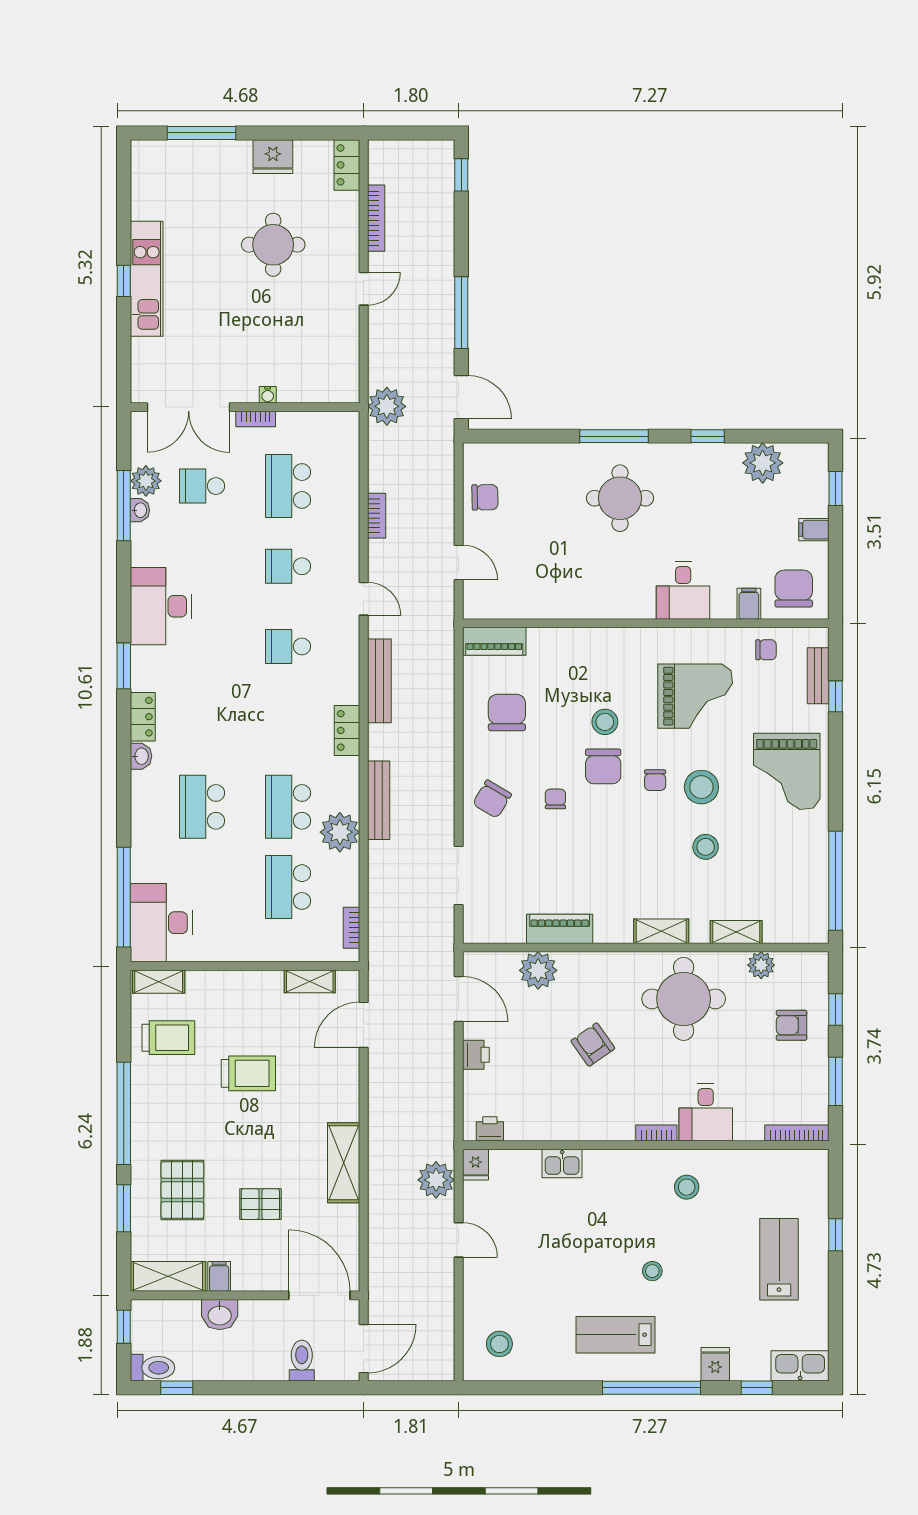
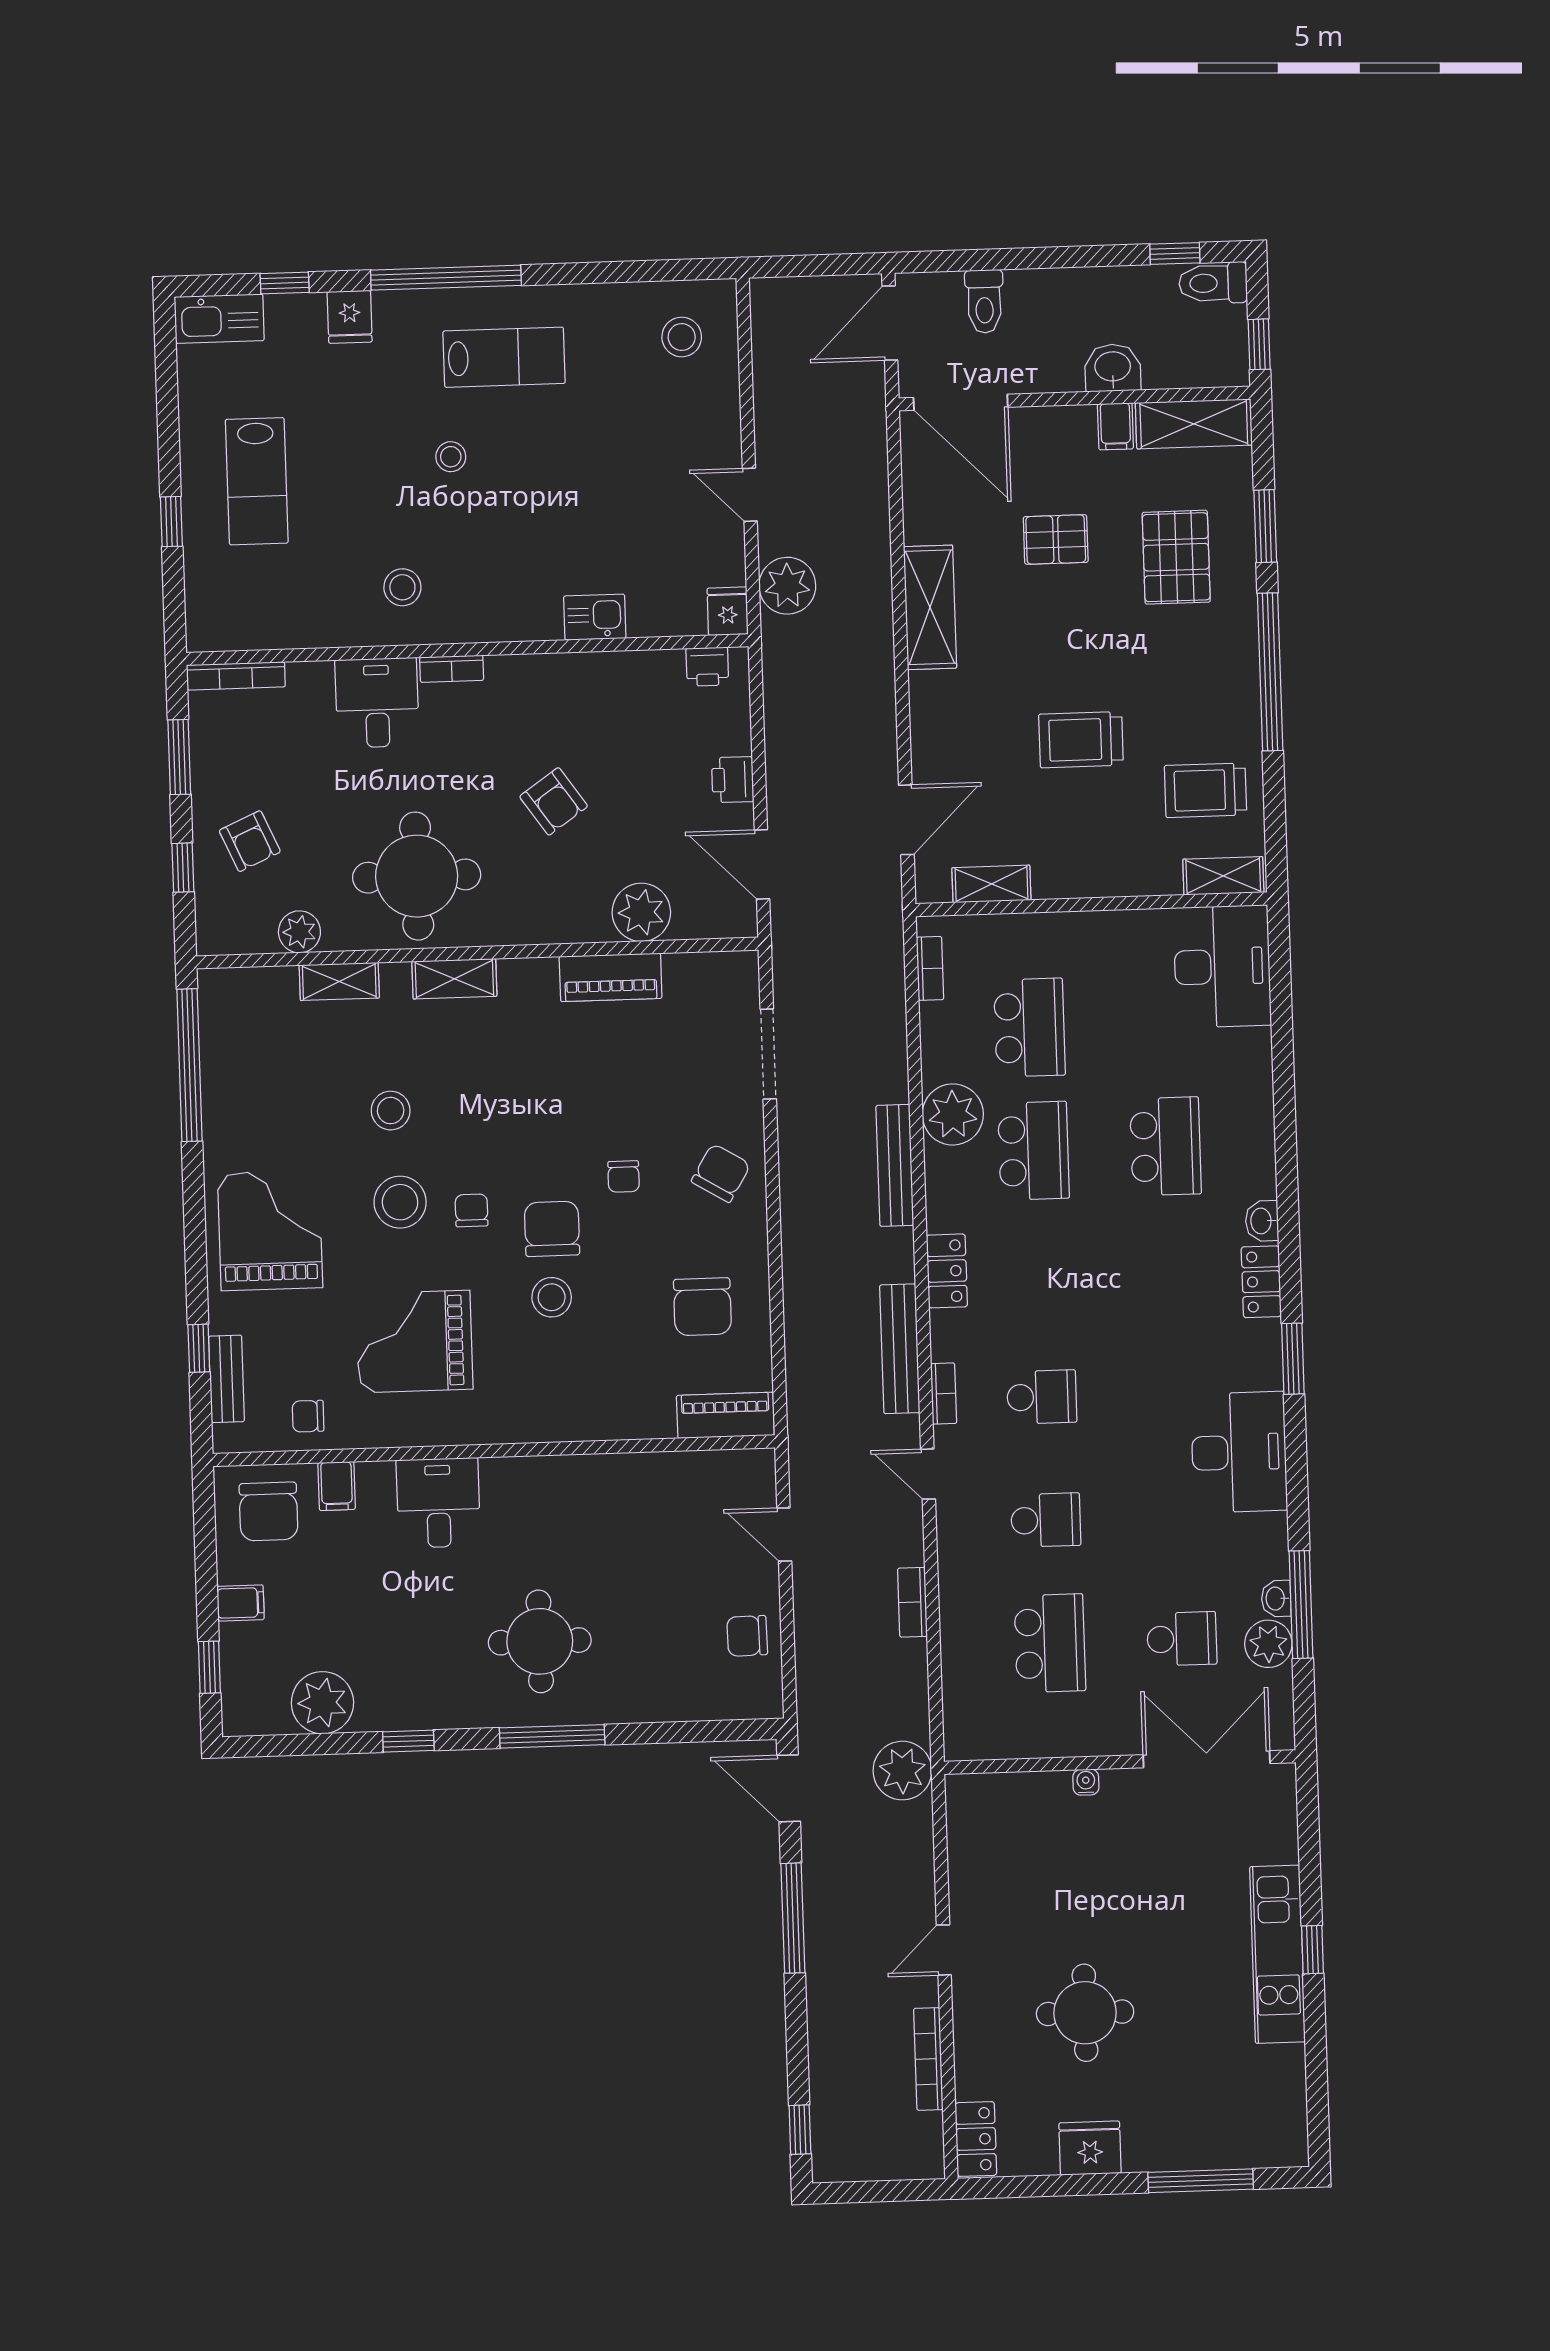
bookcase: (256, 419) -> (944, 1394), moved, turned 90
window: (124, 897) -> (1281, 1004), removed
armchair: (791, 1025) -> (250, 841), turned 66

